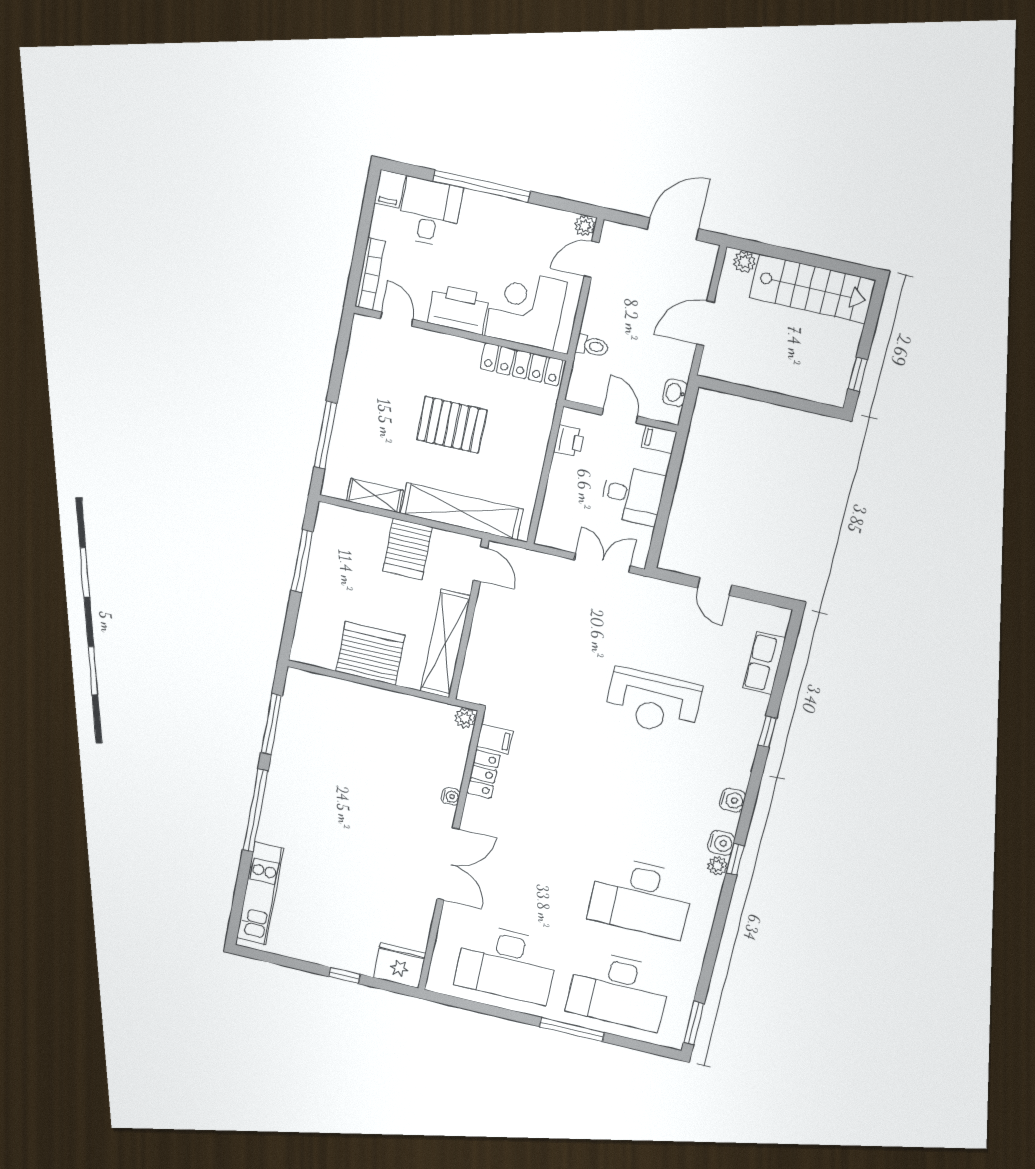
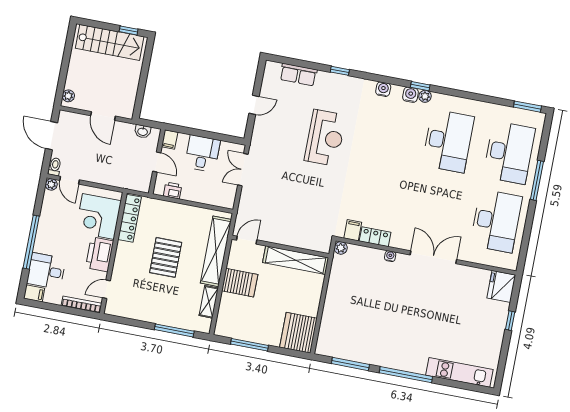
stairs: (812, 289) -> (110, 42), moved, turned 90
toilet: (592, 346) -> (55, 167), moved
door: (620, 416) -> (157, 162), swing flipped
server rack: (370, 653) -> (298, 333), moved

